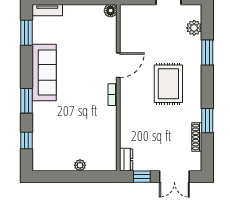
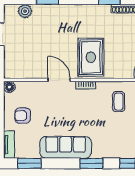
armchair: (79, 25) -> (23, 116), added
rug: (168, 84) -> (91, 57), moved, turned 90
coffee table: (94, 131) -> (119, 102), added

